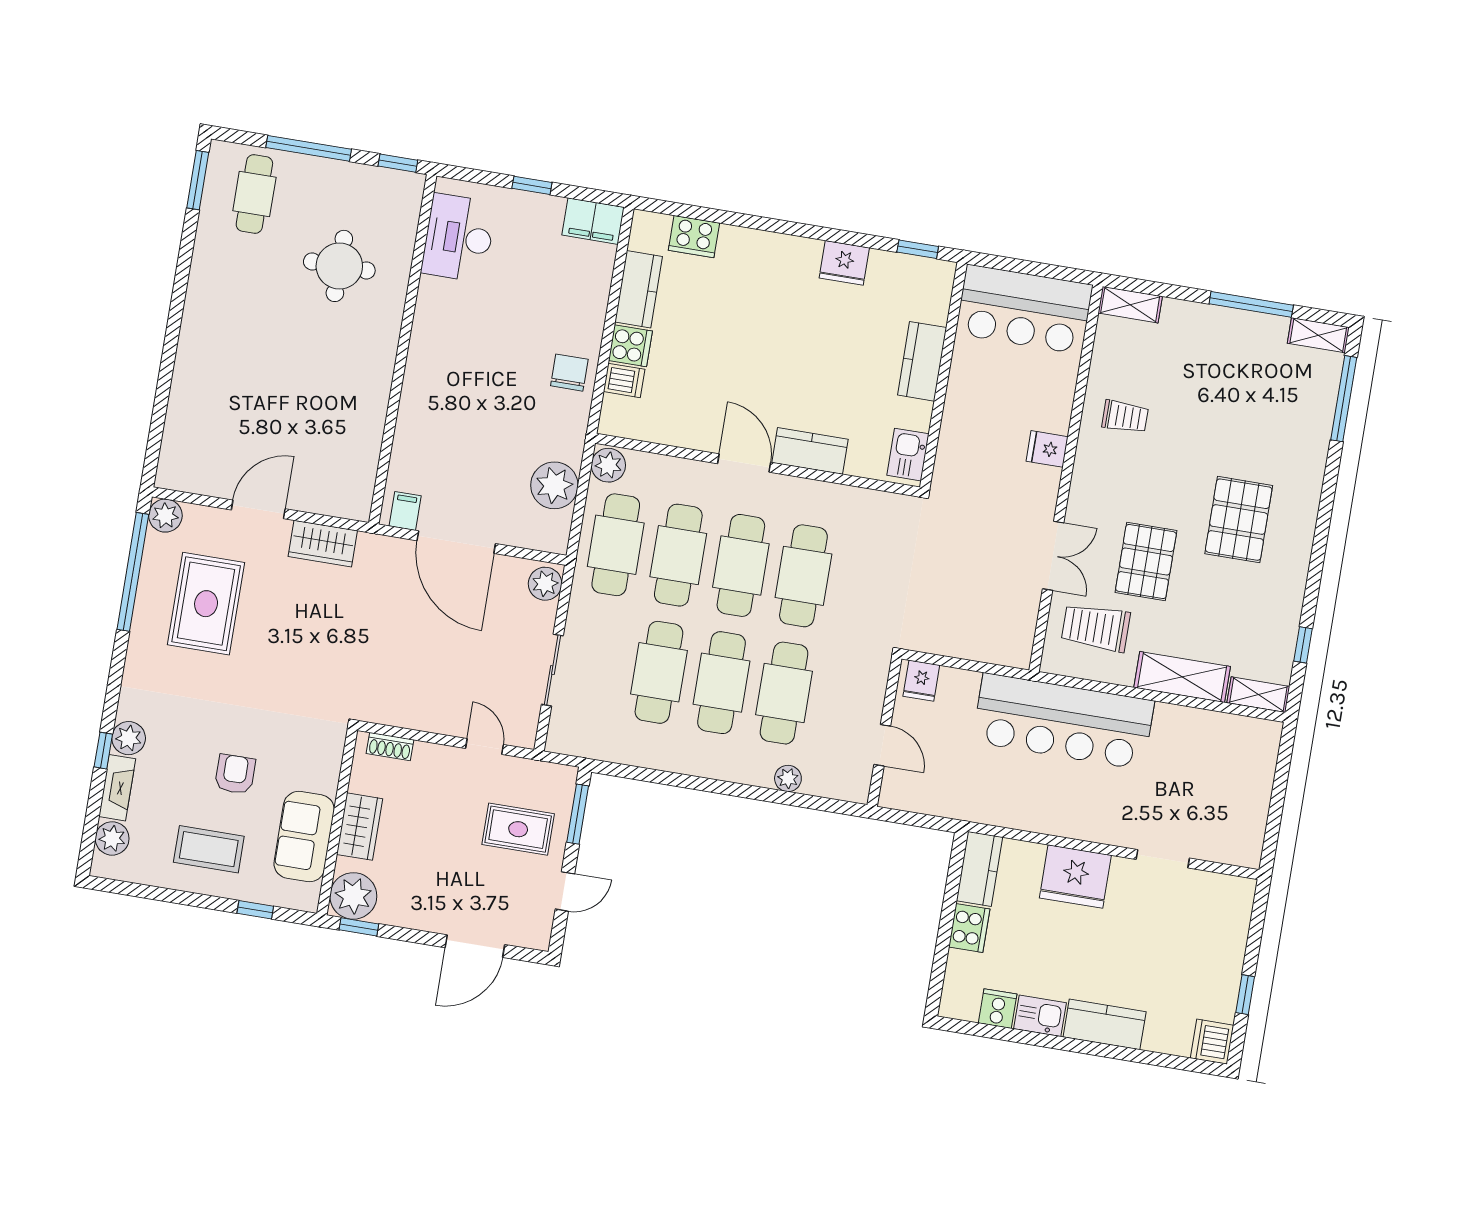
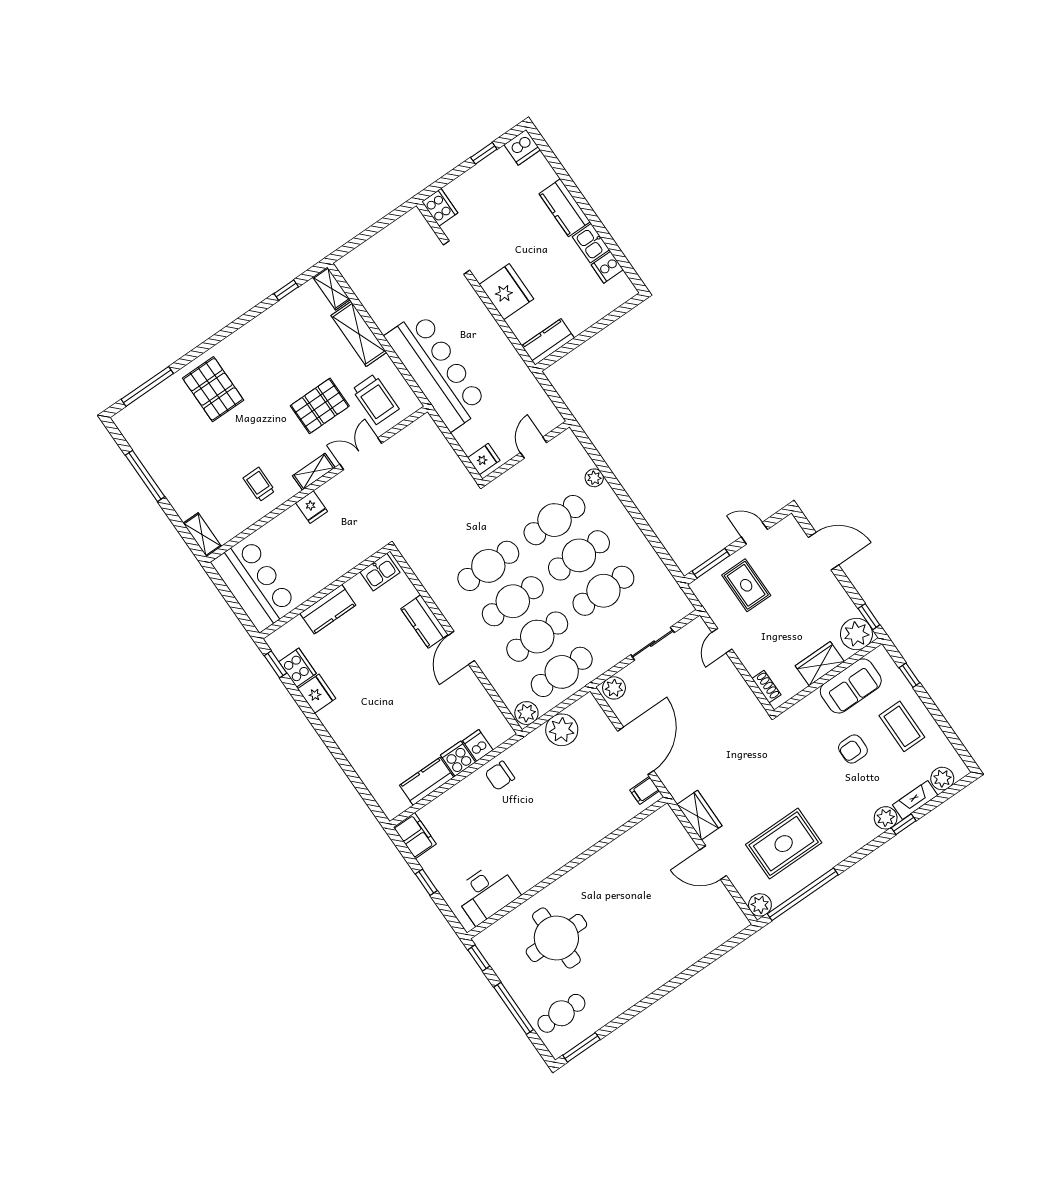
cooker: (694, 237) -> (298, 668), moved
round table: (339, 266) -> (556, 938), width x1.36, depth x1.36
shelving: (1318, 335) -> (314, 472), moved, turned 90
pallet: (1239, 520) -> (213, 389), moved, turned 90
cooker: (969, 928) -> (440, 207), moved, turned 90

